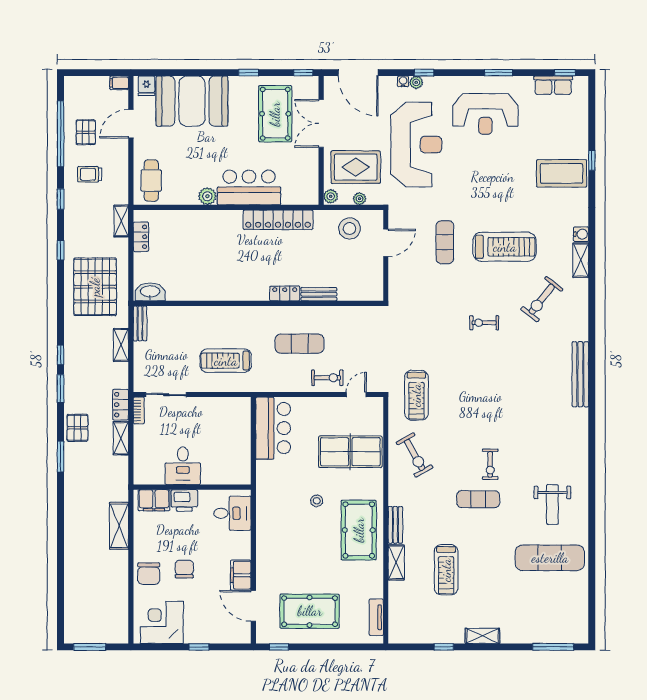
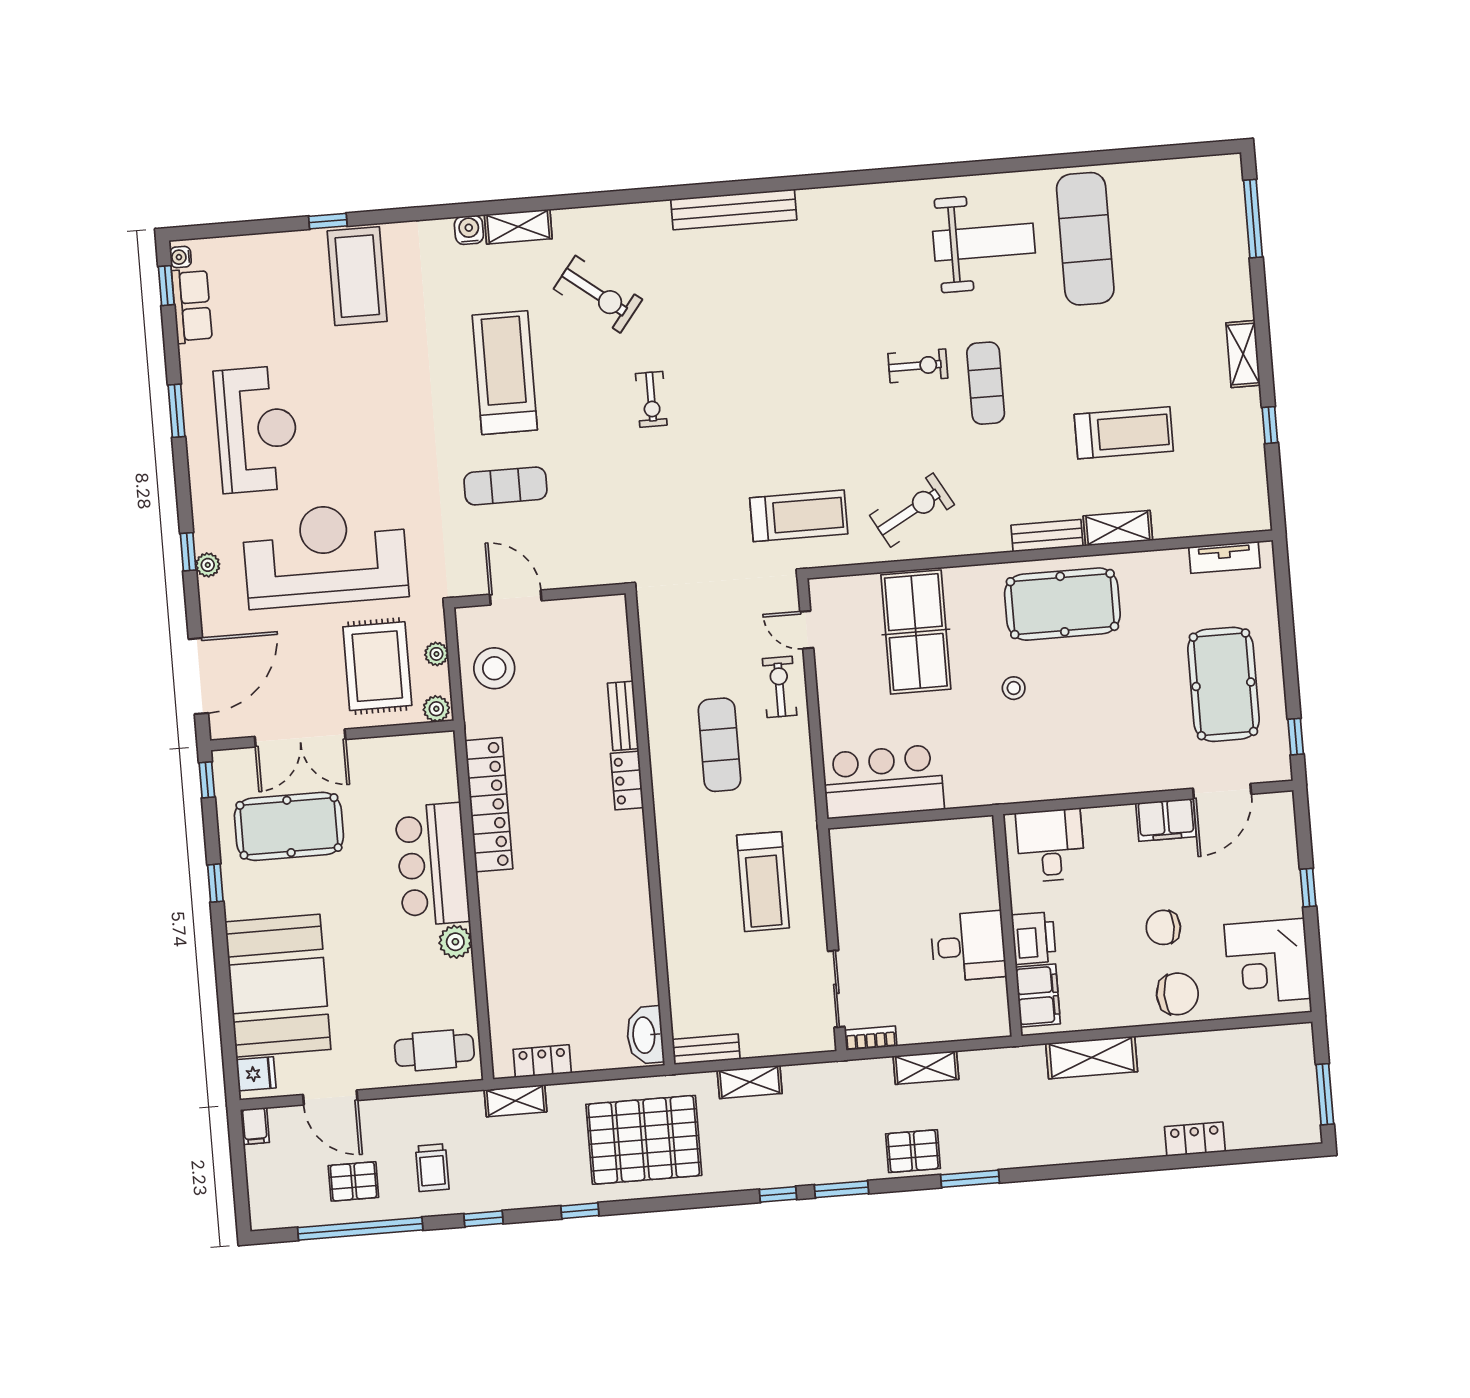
water cooler: (403, 81) -> (181, 257), moved
locker: (121, 405) -> (1195, 1139), moved, turned 180
weight bench: (552, 504) -> (984, 242), width x1.36, depth x1.33

